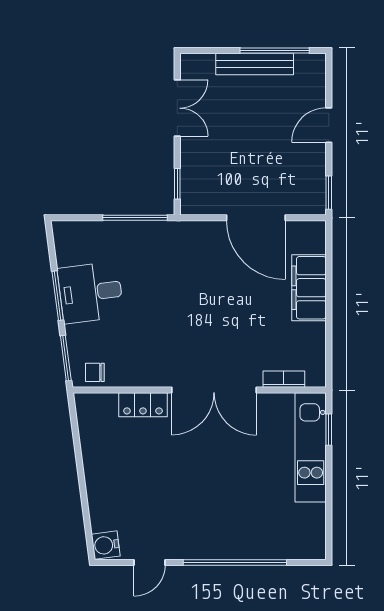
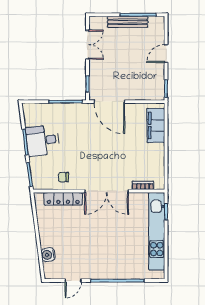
door: (256, 218) -> (109, 102), moved
filing cabinet: (309, 288) -> (156, 125), moved
chair: (95, 372) -> (63, 177), moved
locker: (143, 405) -> (63, 199), width x1.53
kitchen unit: (311, 447) -> (157, 231), width x1.36
water cooler: (106, 545) -> (48, 255), moved

